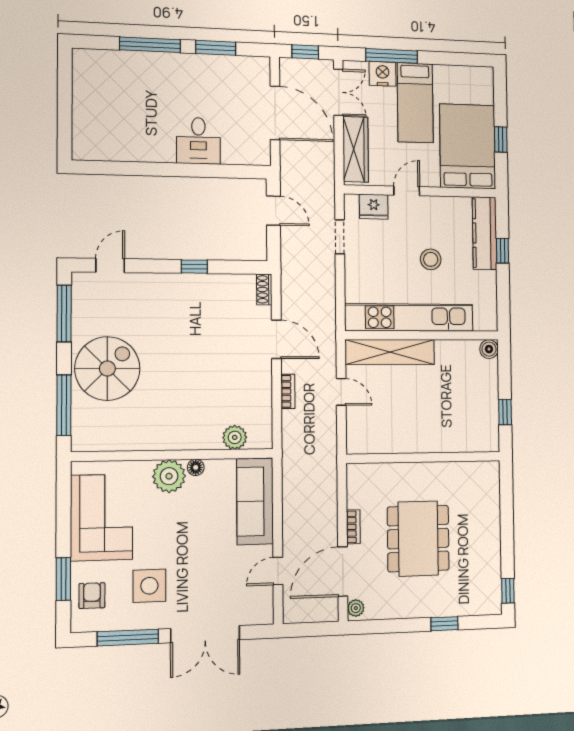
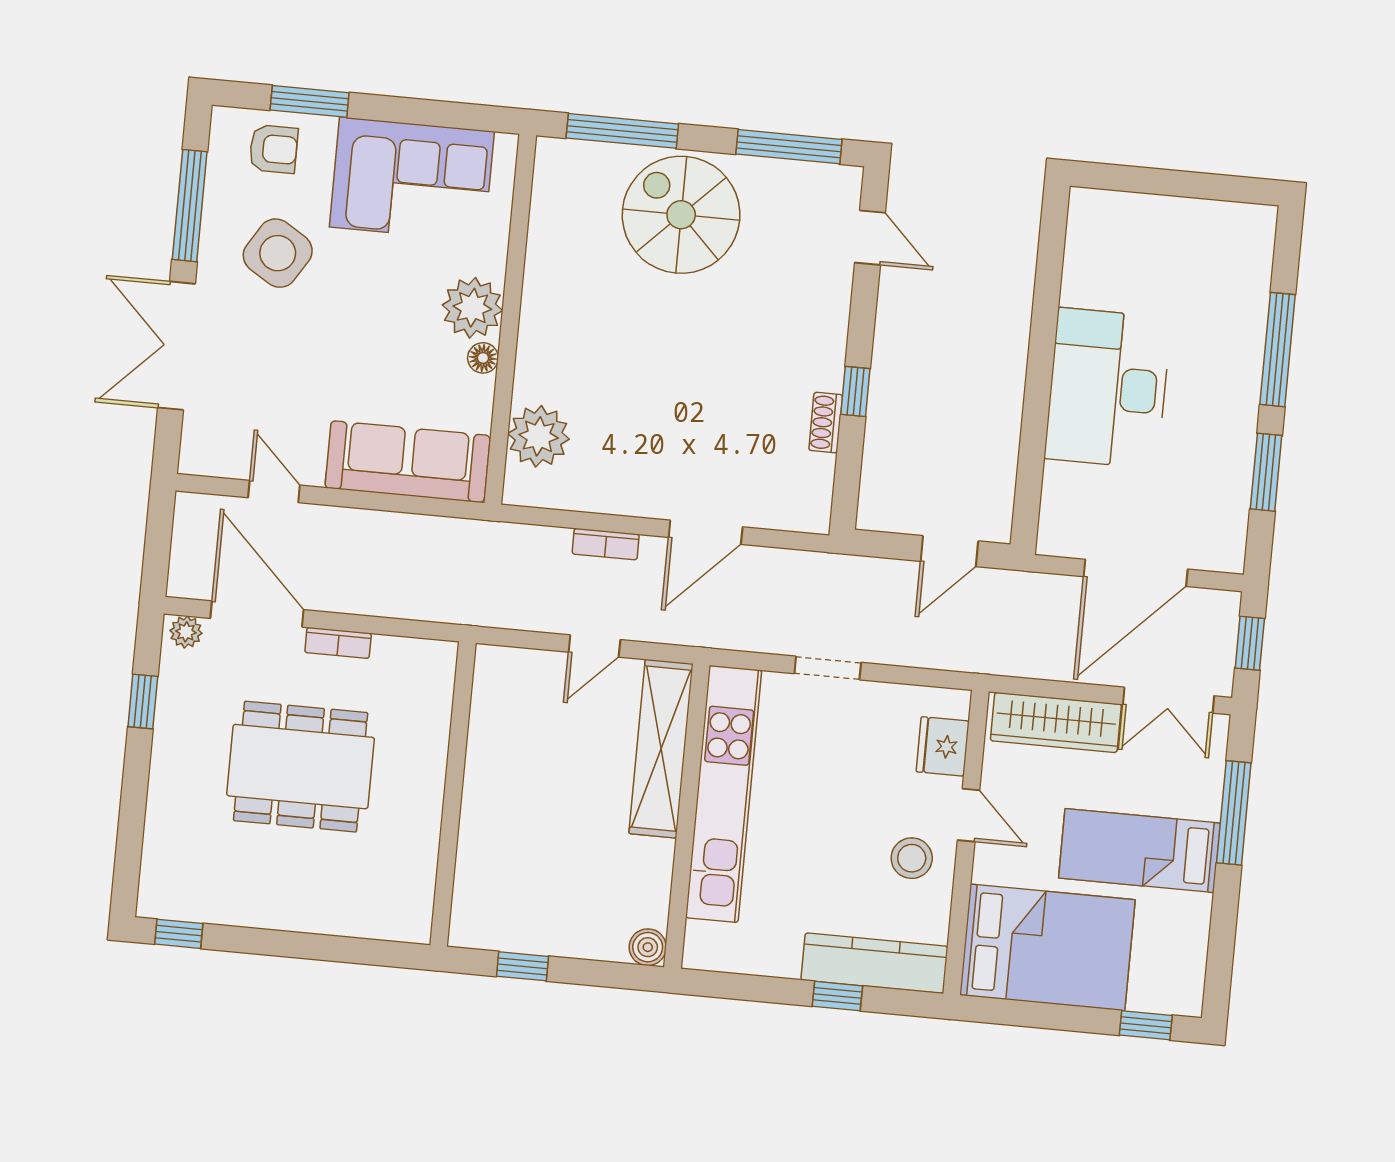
nightstand: (383, 74) -> (1200, 791), removed
window: (501, 139) -> (1146, 1025), moved
desk: (198, 141) -> (1108, 388), width x1.87, depth x1.30
doorway: (340, 237) -> (828, 668), moved
stool: (431, 259) -> (912, 858), moved
shoe rack: (264, 289) -> (826, 423), moved, turned -90
spiral stairs: (107, 369) -> (681, 215), turned 180
plant: (235, 437) -> (539, 436), width x1.36, depth x1.36
side table: (149, 586) -> (278, 253), turned 32
window: (444, 624) -> (143, 702), moved

